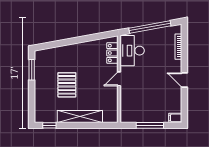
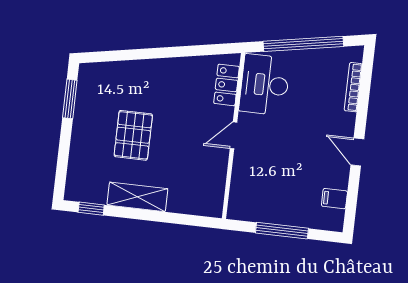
shelving: (80, 117) -> (137, 197), width x0.68
filing cabinet: (175, 118) -> (334, 199), moved

